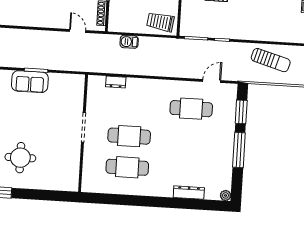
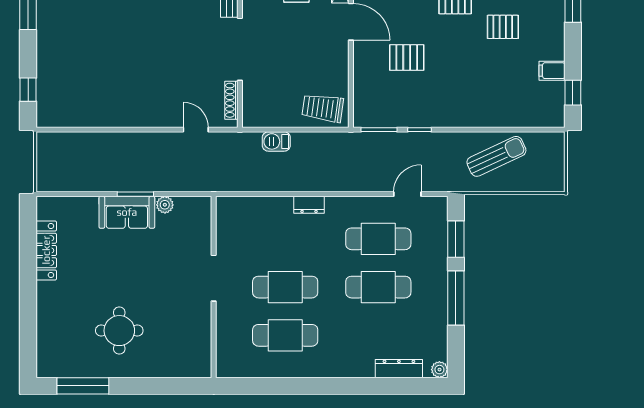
sun lounger: (271, 60) -> (496, 156), turned -41
plant: (55, 78) -> (165, 205), added
dresser: (116, 82) -> (309, 205), moved
cafe table: (189, 140) -> (378, 287), added
dresser: (189, 193) -> (399, 369), moved

